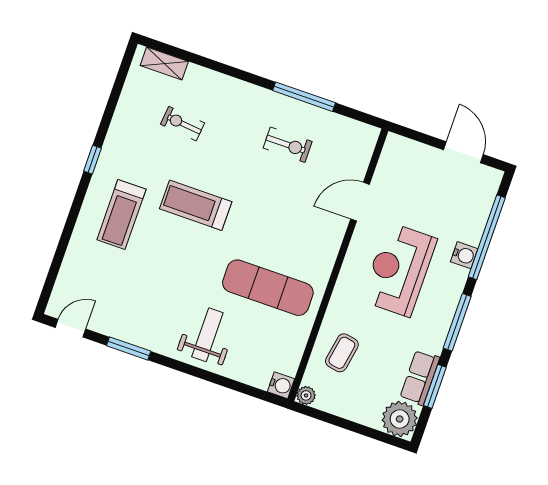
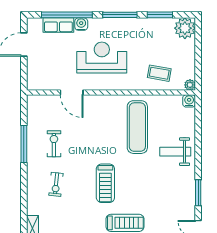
exercise bike: (182, 124) -> (56, 184), moved
reception desk: (399, 270) -> (102, 58), turned 180
row of seats: (420, 378) -> (58, 25), moved

